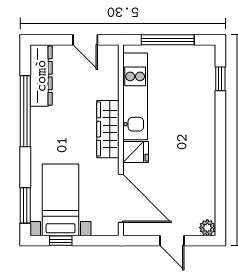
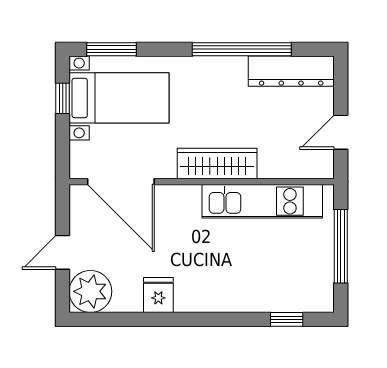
fridge: (136, 152) -> (158, 295), moved, turned 180
door: (121, 198) -> (121, 182), hinge flipped
plant: (207, 228) -> (90, 291), width x1.88, depth x1.88

